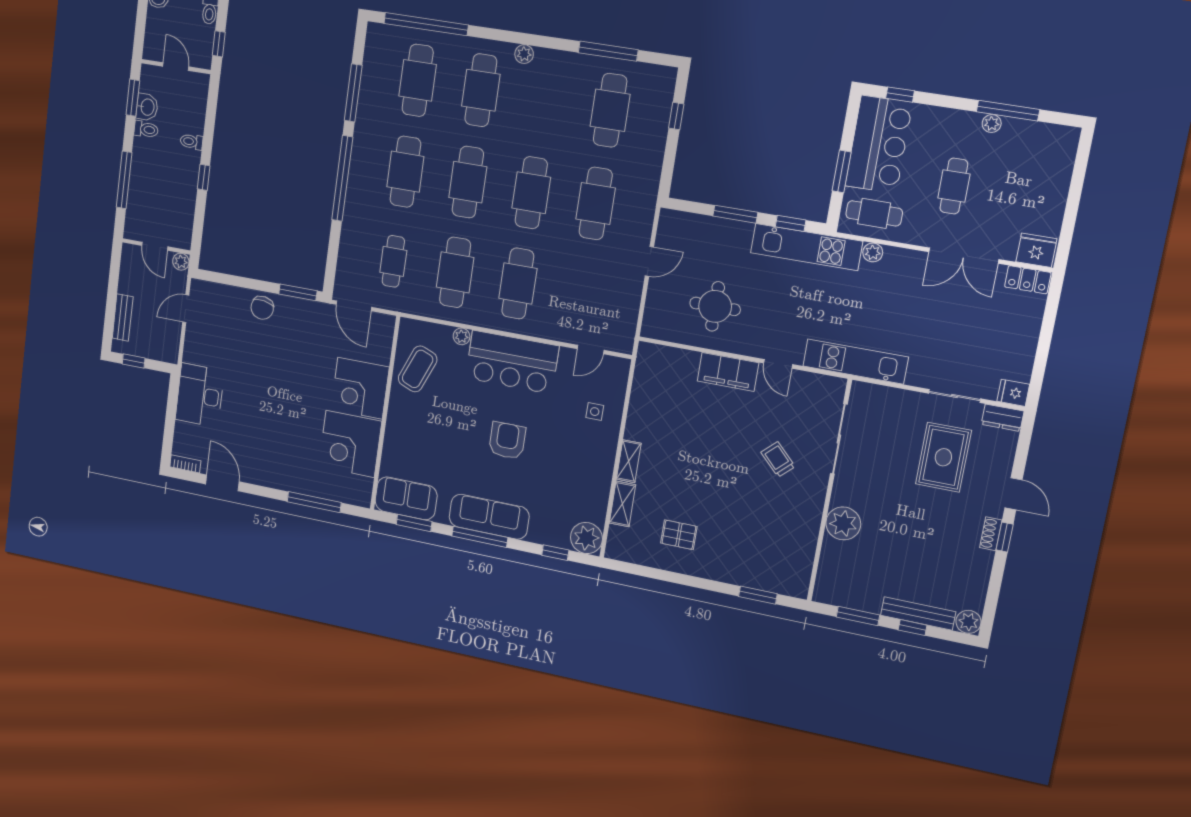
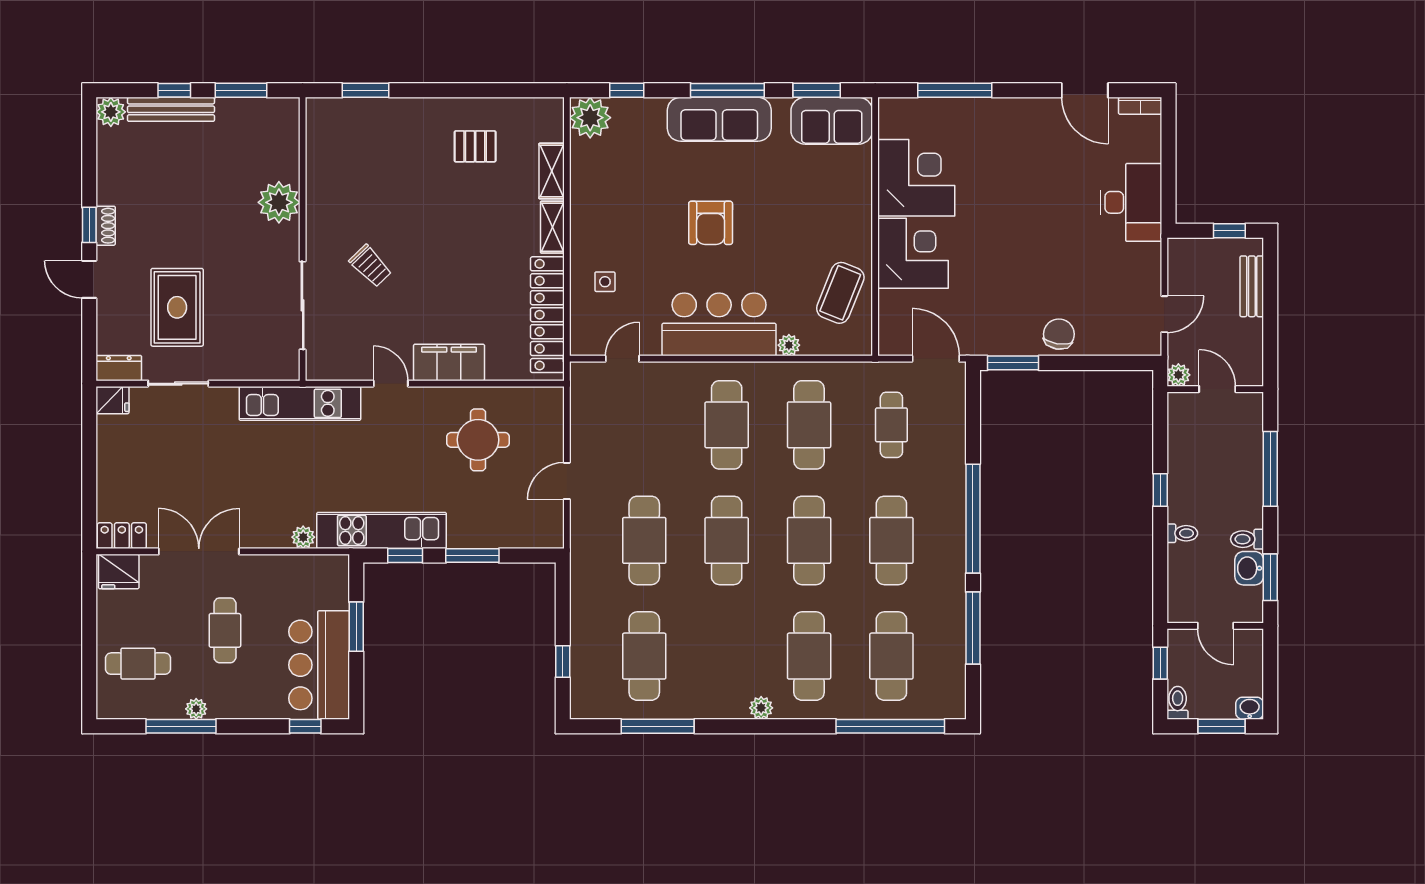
cafe table: (874, 213) -> (138, 664), moved
locker: (644, 395) -> (547, 315), added

